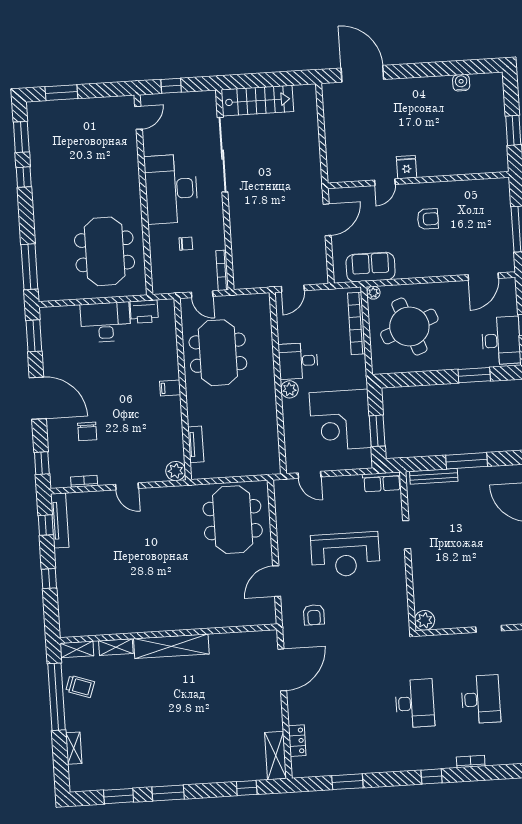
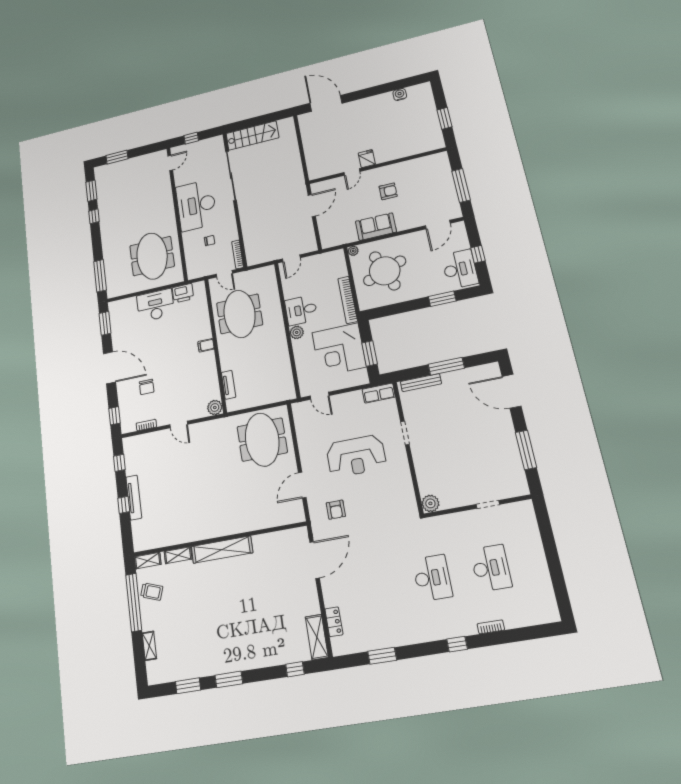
sofa: (371, 267) -> (376, 227), moved
bookcase: (356, 323) -> (348, 300), moved
tv unit: (60, 521) -> (134, 498), moved

